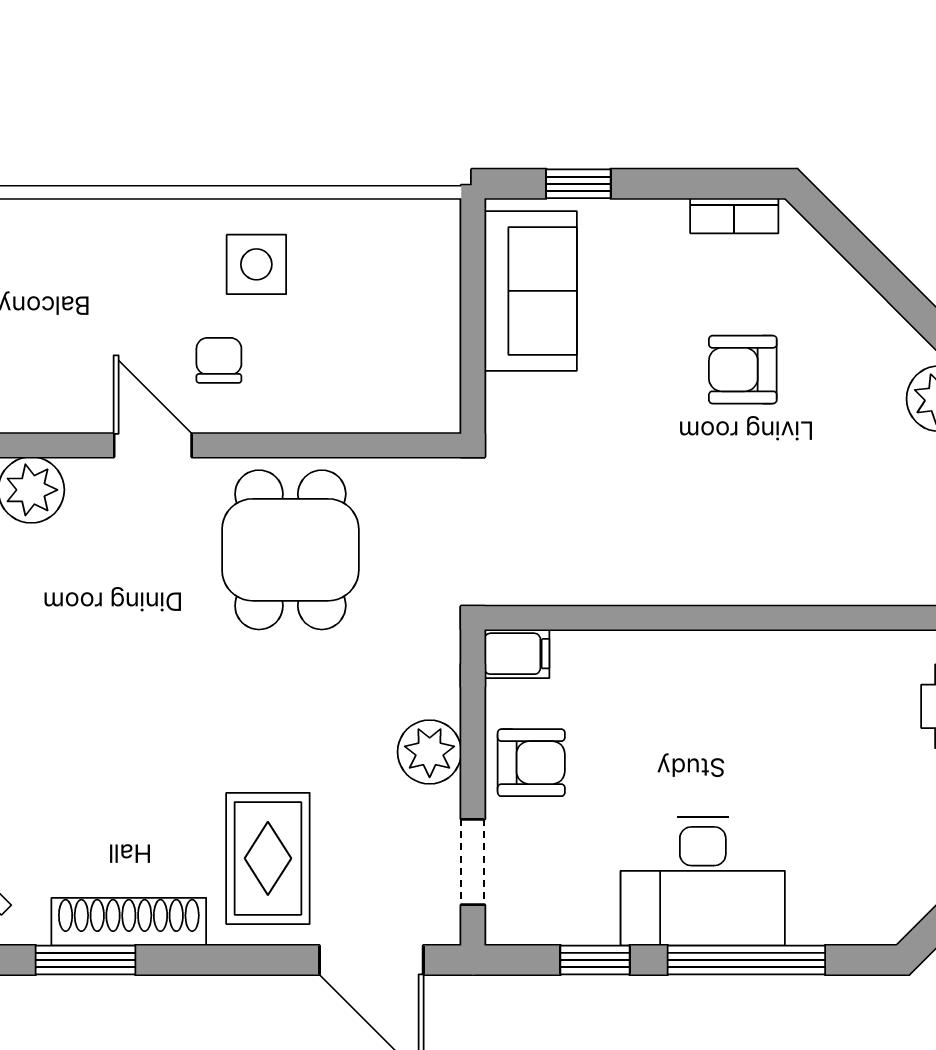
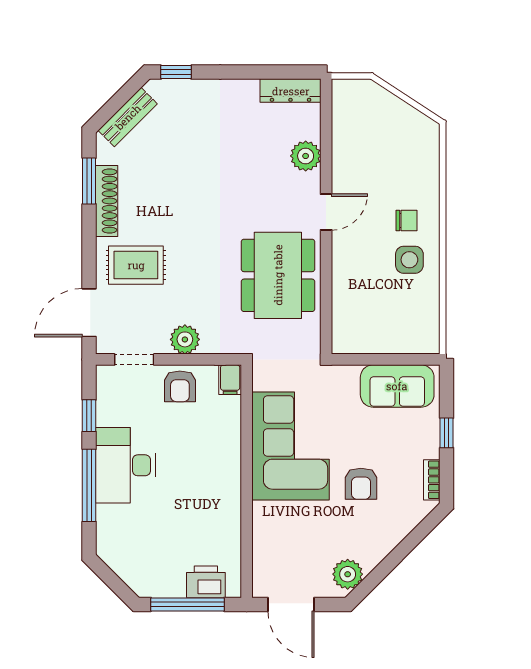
window: (578, 184) -> (447, 433), moved
chair: (219, 360) -> (407, 221), moved
armchair: (743, 370) -> (361, 484), turned 180
corner sofa: (661, 523) -> (291, 446), added
dining table: (290, 550) -> (278, 275), width x1.38

